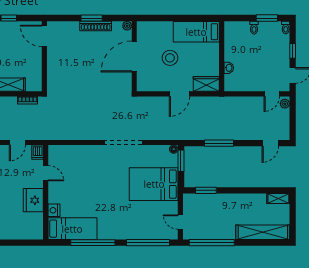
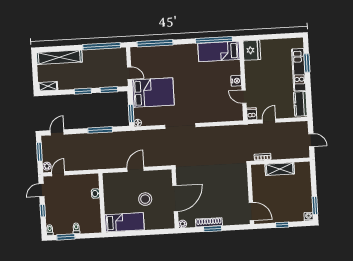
wardrobe: (206, 84) -> (114, 179), removed
window: (293, 121) -> (39, 152), added
window: (237, 190) -> (83, 91), added
fridge: (33, 200) -> (252, 50), moved
nightstand: (54, 210) -> (236, 81), moved
door: (180, 222) -> (129, 73), moved
window: (93, 243) -> (214, 40), moved

